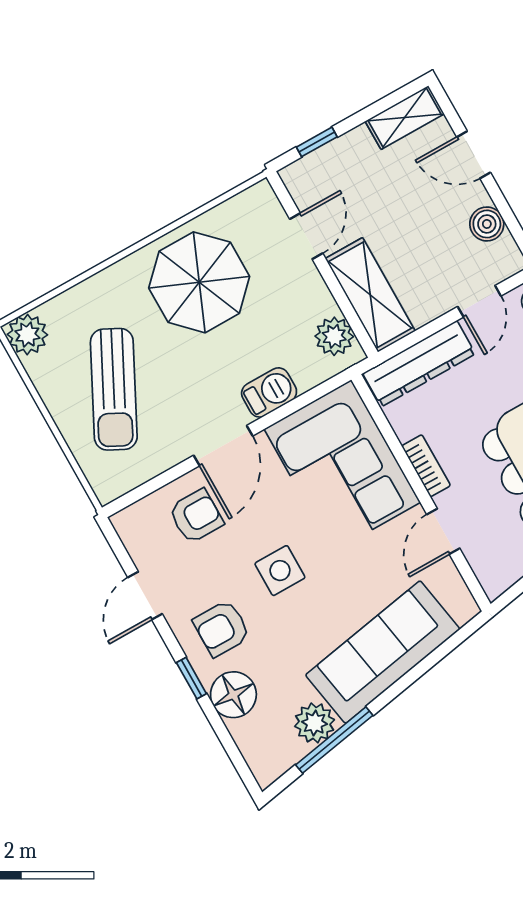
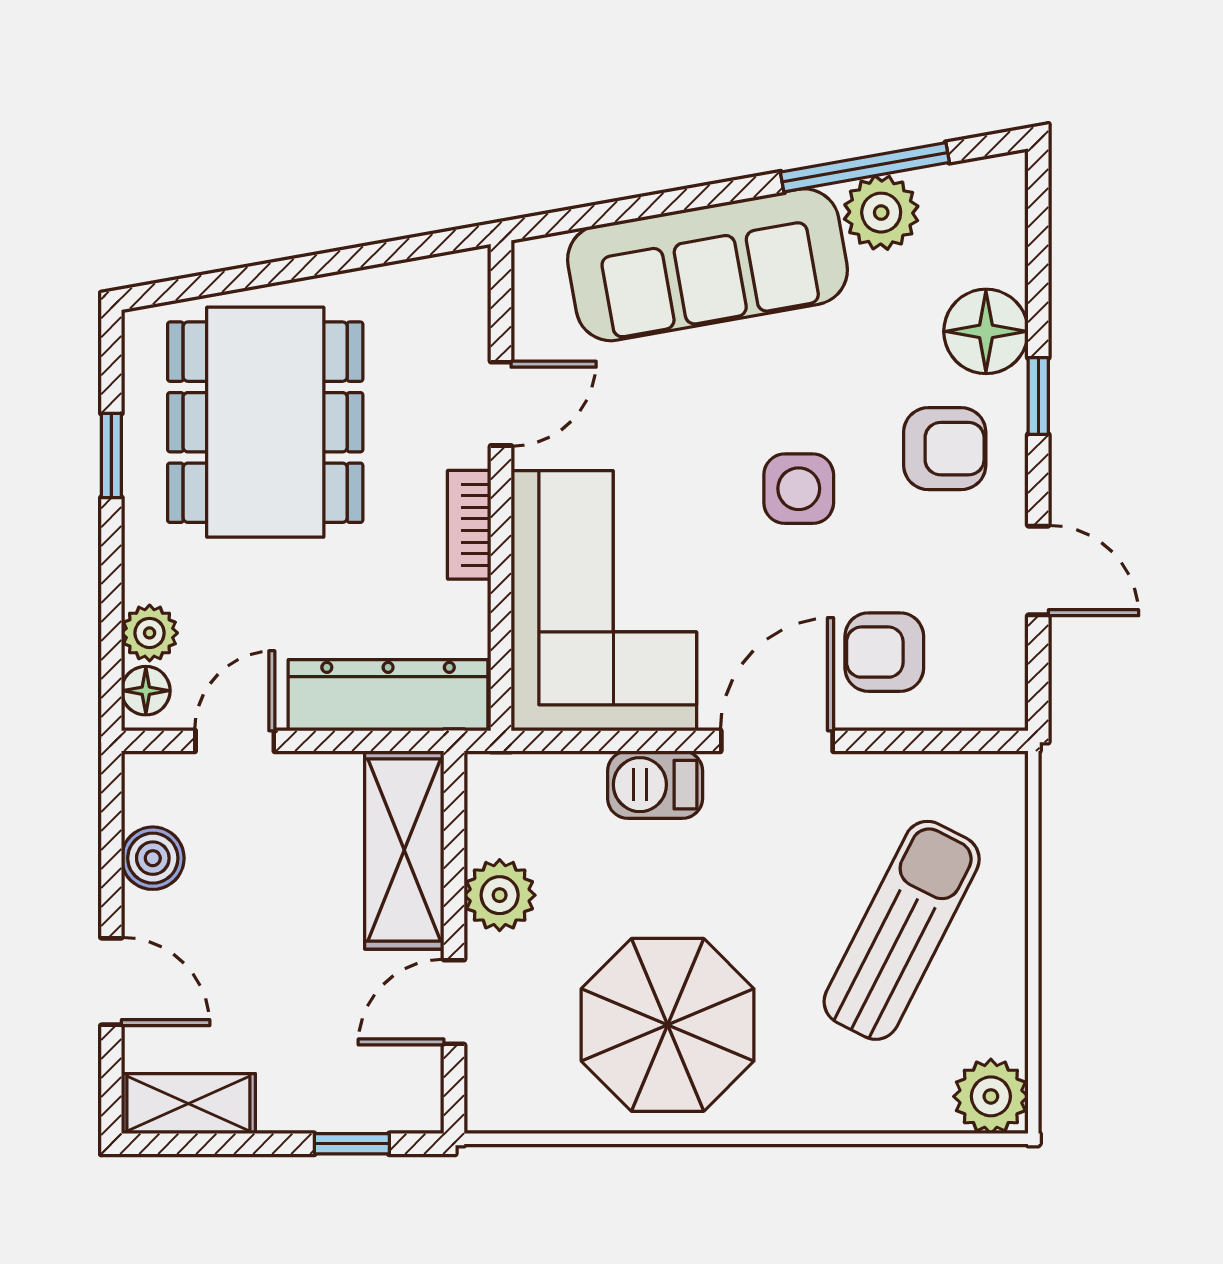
plant: (334, 336) -> (500, 895), moved
door: (145, 596) -> (1038, 571), hinge flipped

